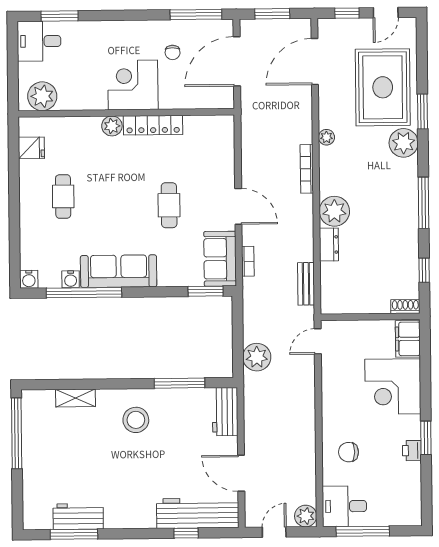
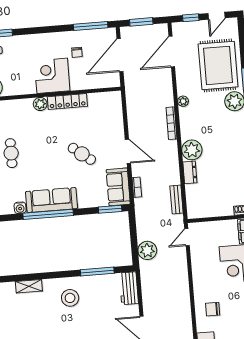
cafe table: (169, 205) -> (82, 154), turned -52
window: (84, 293) -> (48, 214), moved

